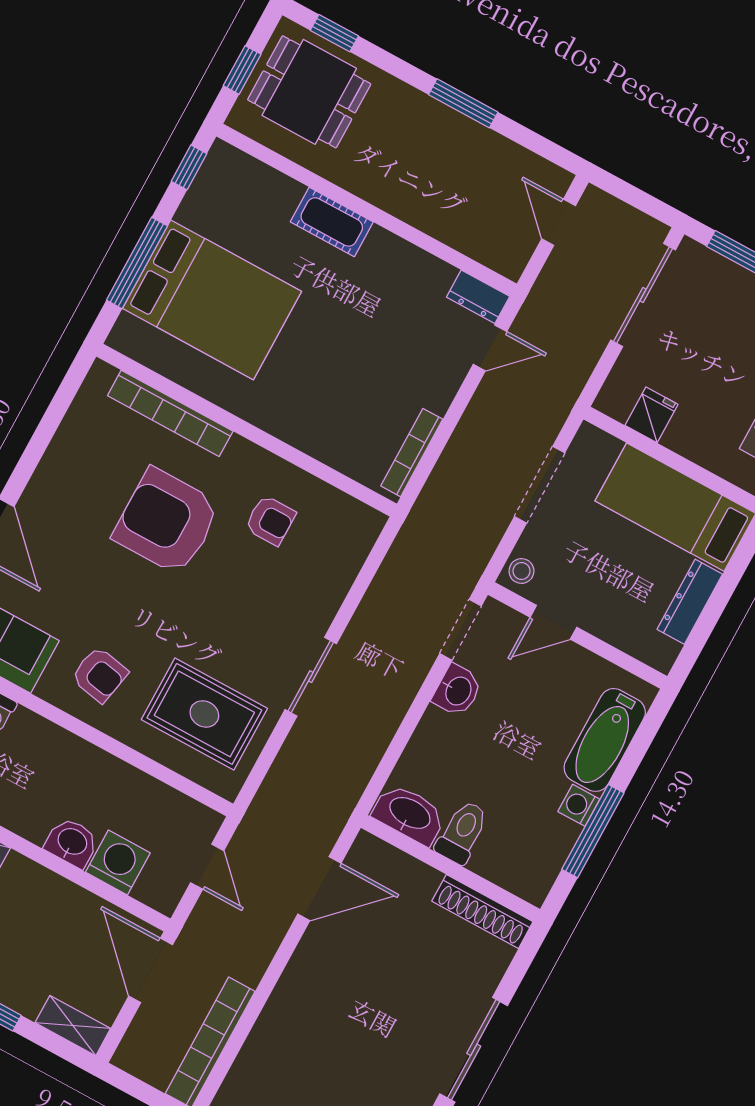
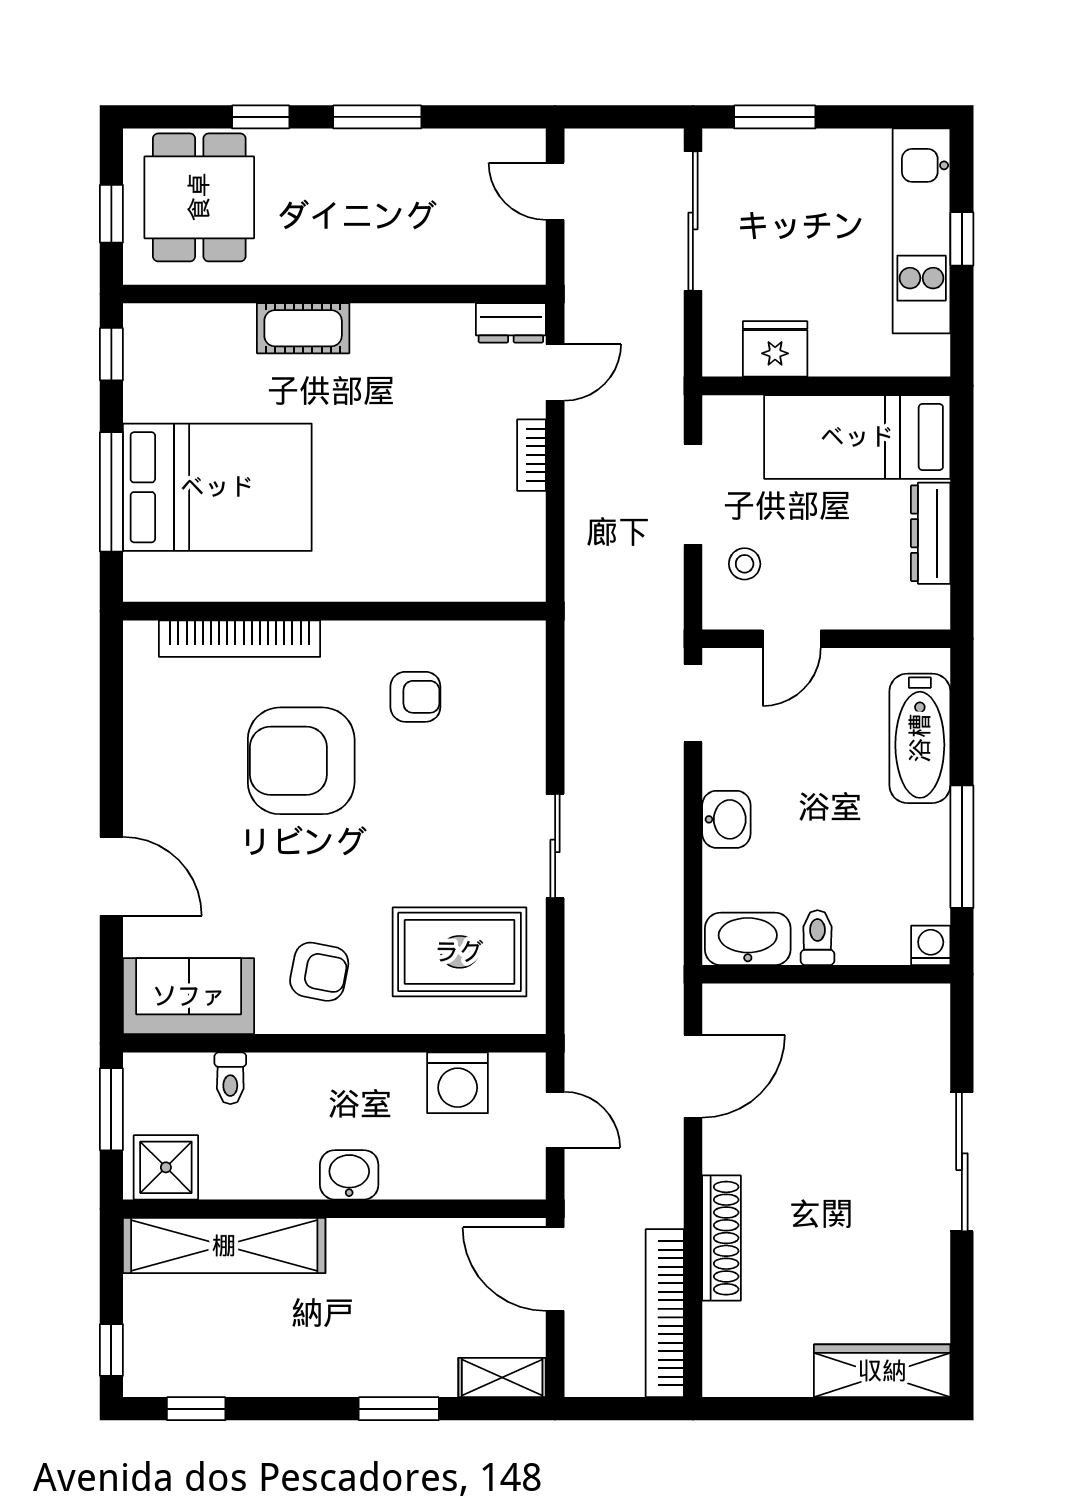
window: (334, 33) -> (261, 117), moved
dining table: (309, 92) -> (199, 197), turned 90
fridge: (652, 415) -> (775, 349), width x1.38
bookcase: (412, 453) -> (532, 455), moved, width x0.64
stool: (521, 571) -> (745, 564), moved
washbasin: (457, 691) -> (726, 819), moved
washing machine: (579, 805) -> (931, 945), moved, turned 90
toilet: (462, 832) -> (817, 938), width x0.73, depth x0.72
washbasin: (72, 842) -> (349, 1175), moved
washing machine: (118, 862) -> (458, 1083), moved, turned 180
shoe rack: (482, 911) -> (722, 1238), moved, turned -90

